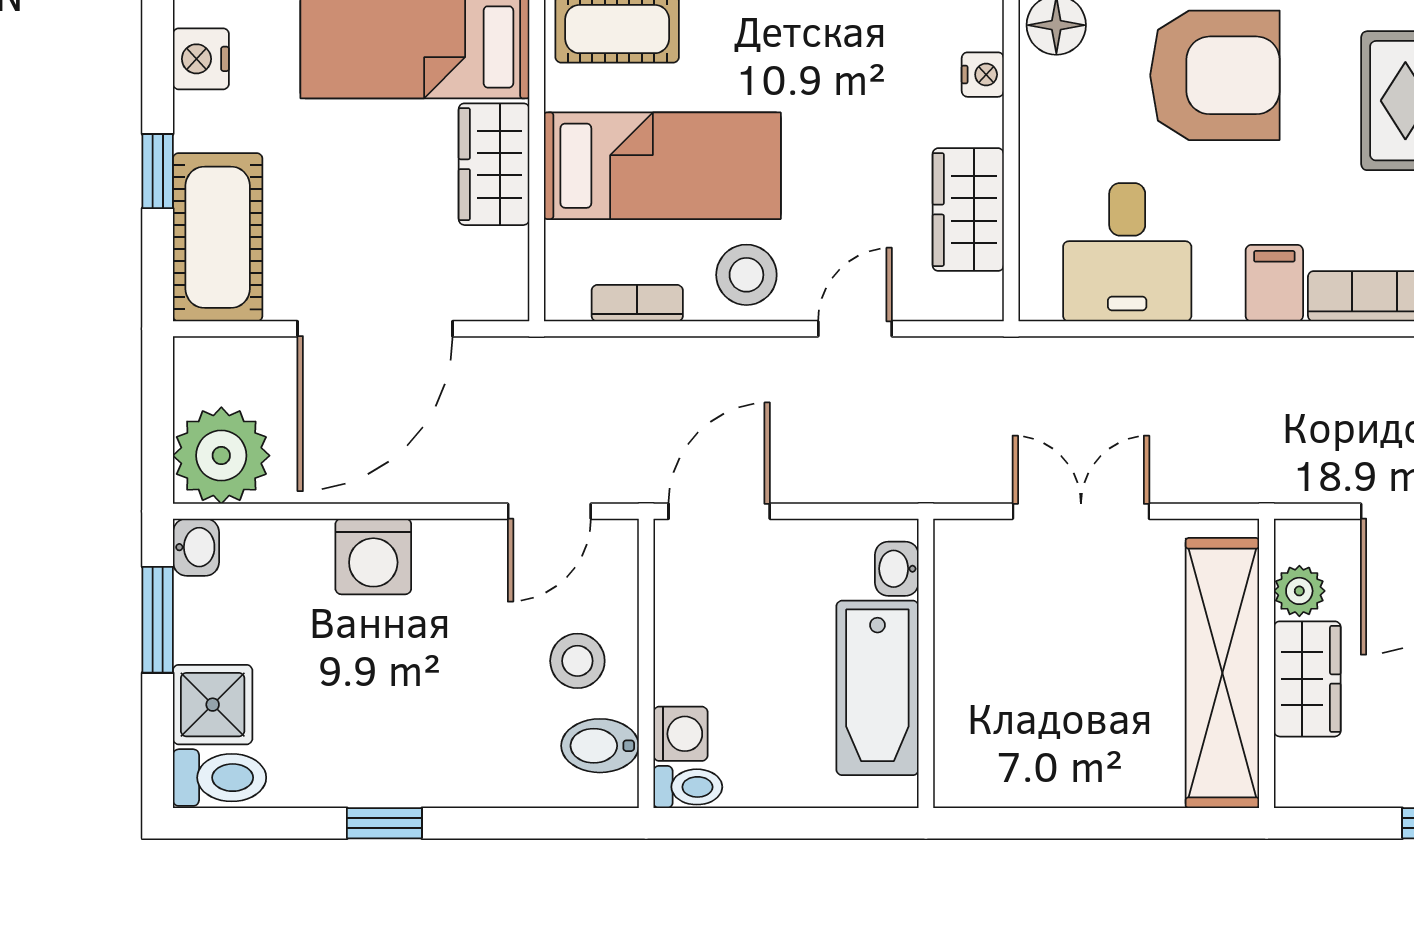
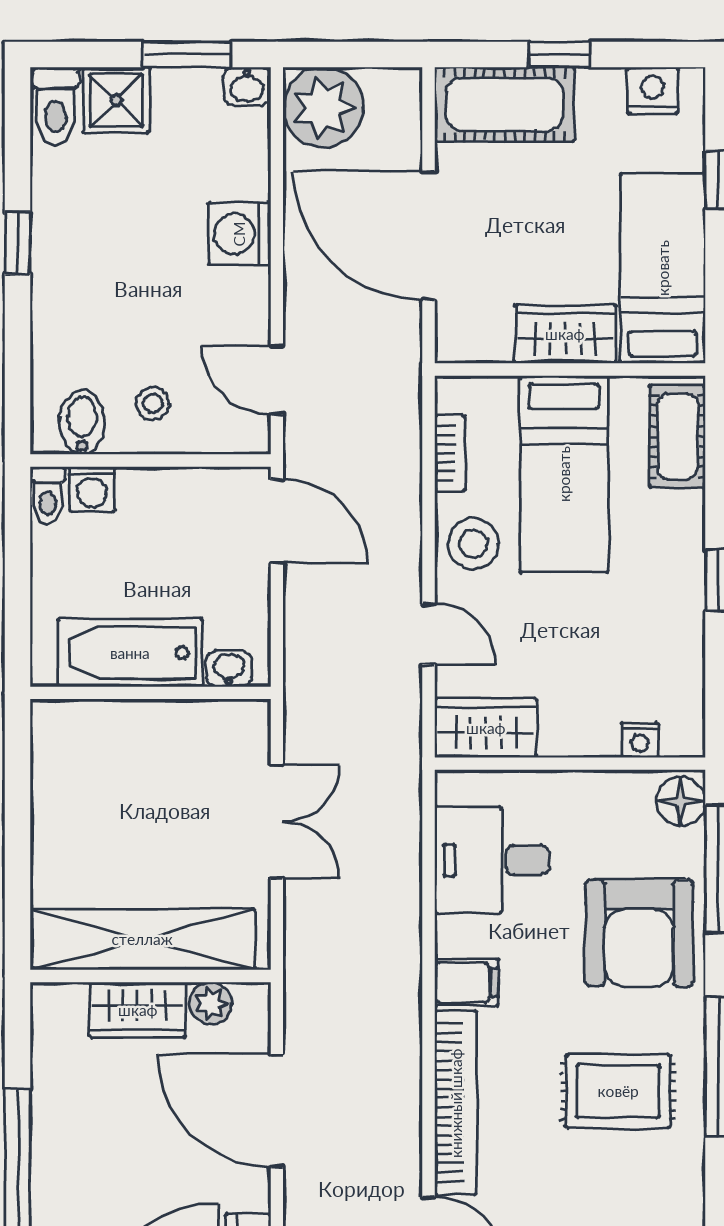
wardrobe: (968, 210) -> (486, 728), moved
stool: (577, 661) -> (153, 403), width x0.73, depth x0.73

